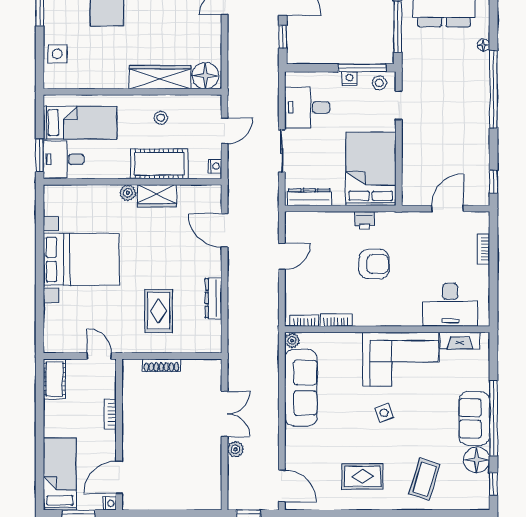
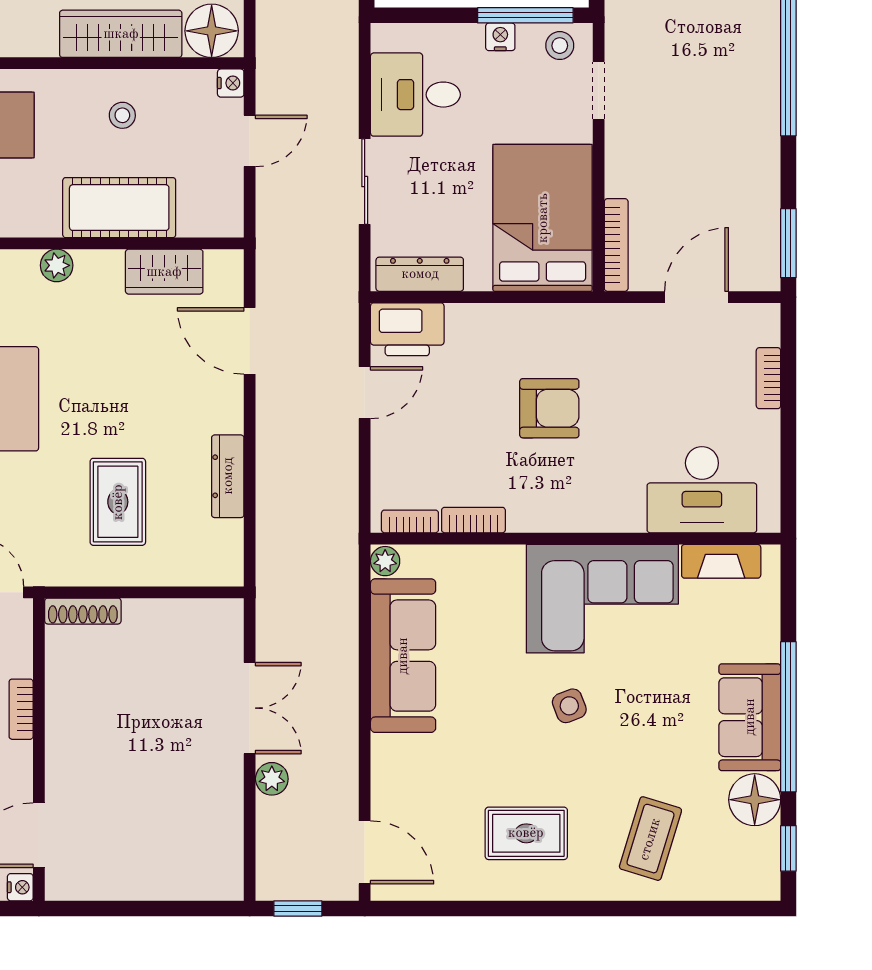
nightstand: (215, 166) -> (231, 83), moved
window: (493, 182) -> (788, 243), width x1.50
bookcase: (407, 183) -> (616, 245), added
wardrobe: (157, 196) -> (164, 272), moved
printer: (364, 220) -> (407, 329), moved, width x1.87, depth x1.48
shoe rack: (161, 365) -> (83, 611), moved

